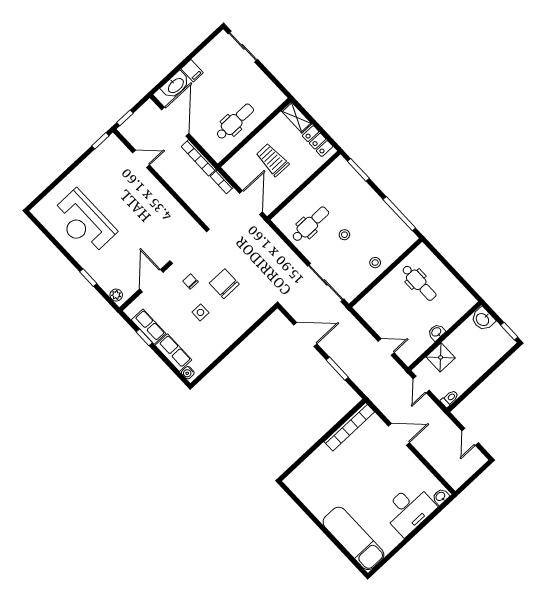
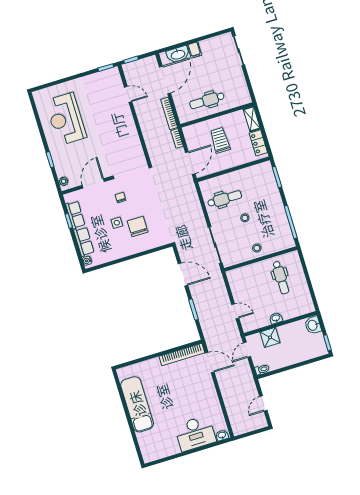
dental chair: (235, 122) -> (207, 101), turned 180
chair: (224, 284) -> (138, 227), moved
door: (399, 434) -> (210, 362), moved
exam couch: (353, 538) -> (137, 404), moved

